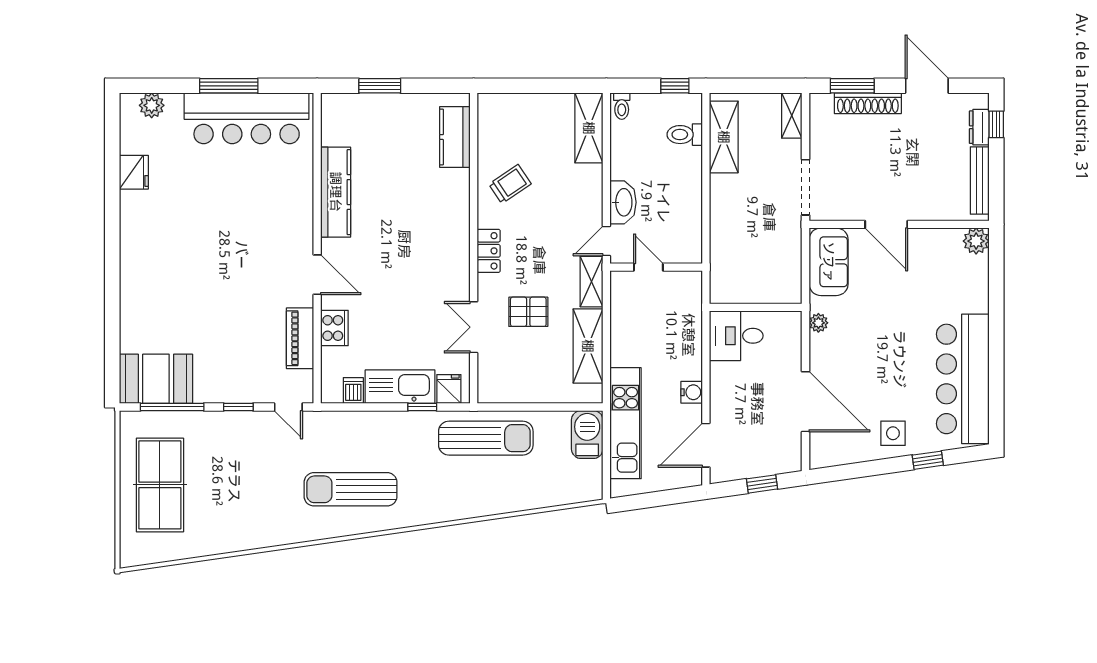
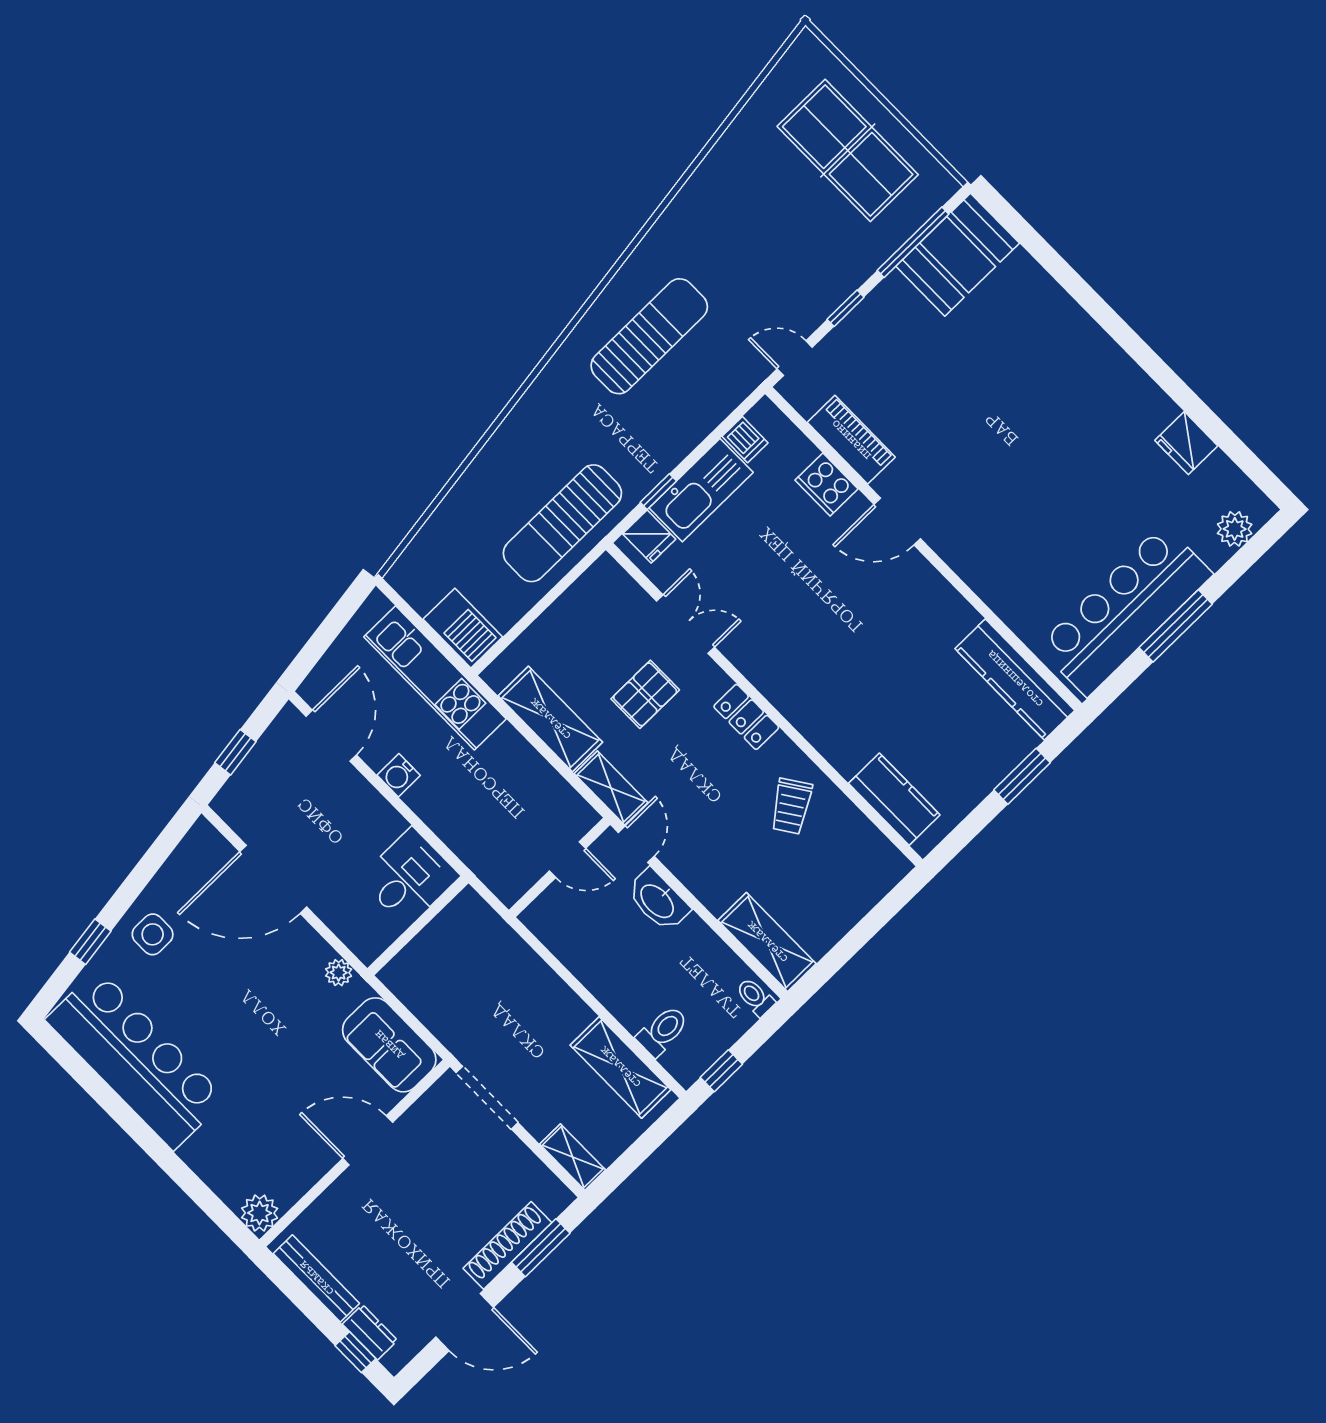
kitchen counter: (336, 192) -> (1015, 679), moved

